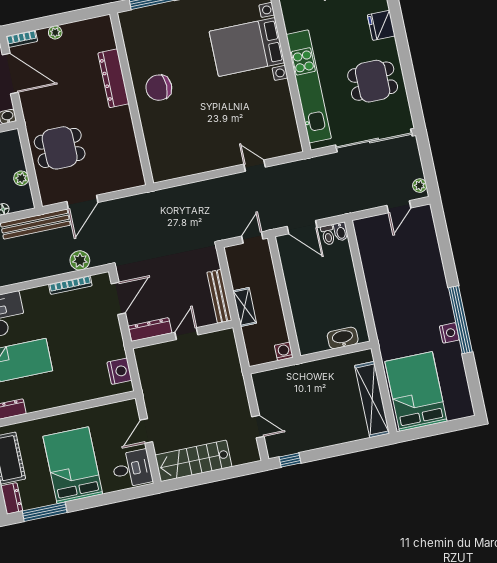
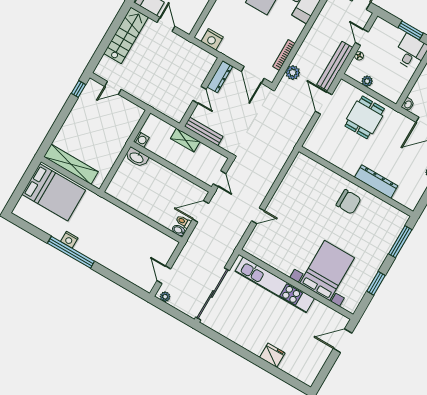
dining table: (373, 81) -> (246, 323), removed
chair: (159, 88) -> (349, 202), turned 90
washbasin: (343, 338) -> (137, 157), moved, turned 90

